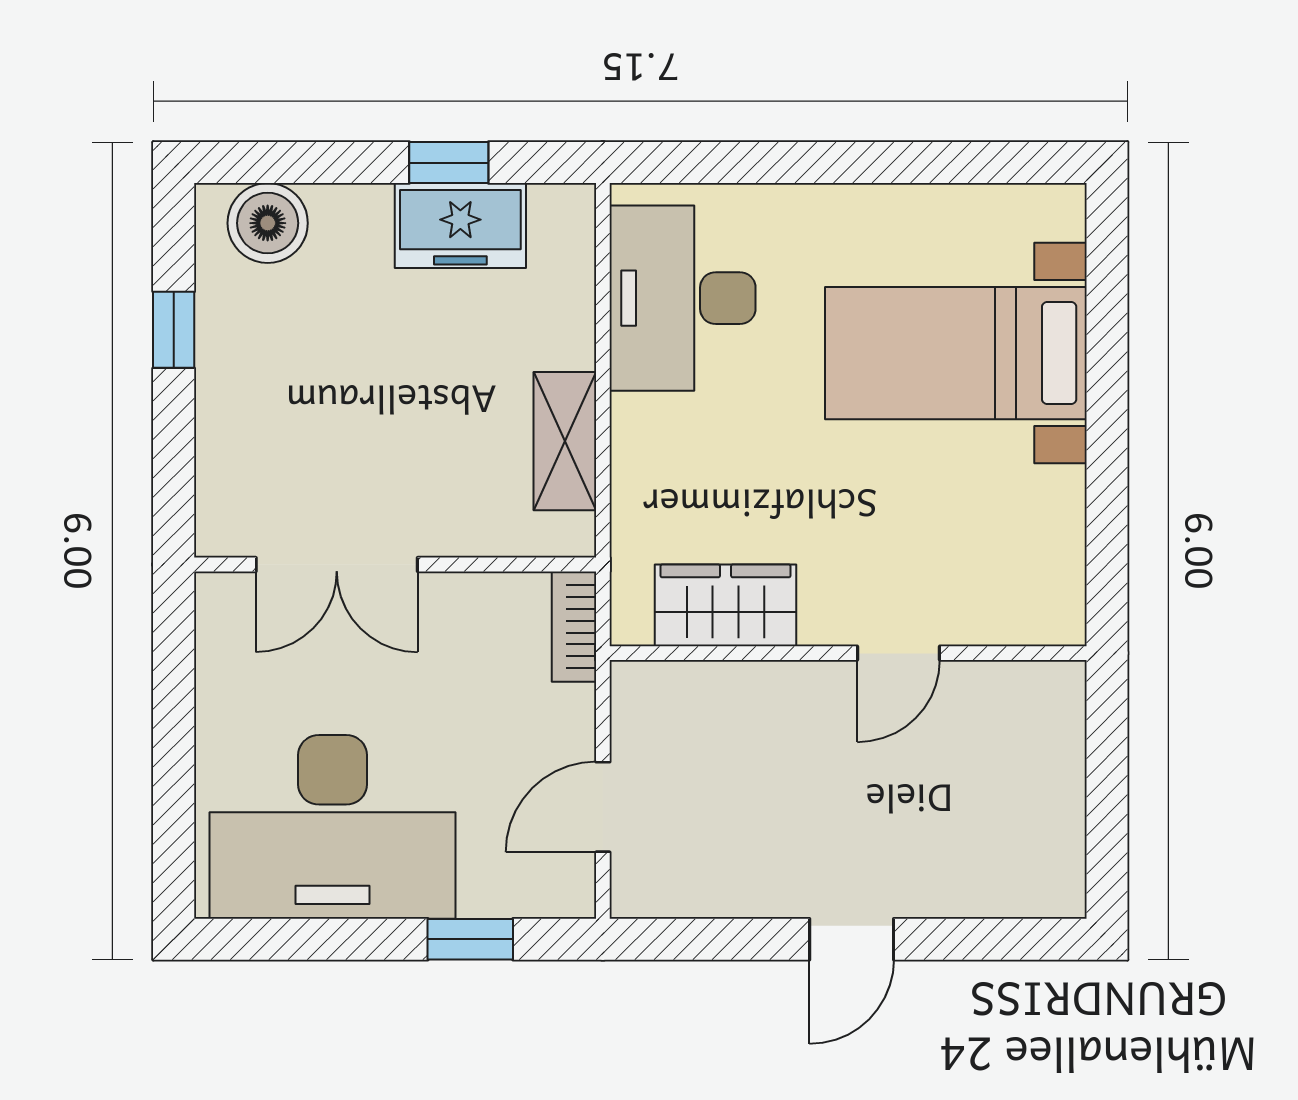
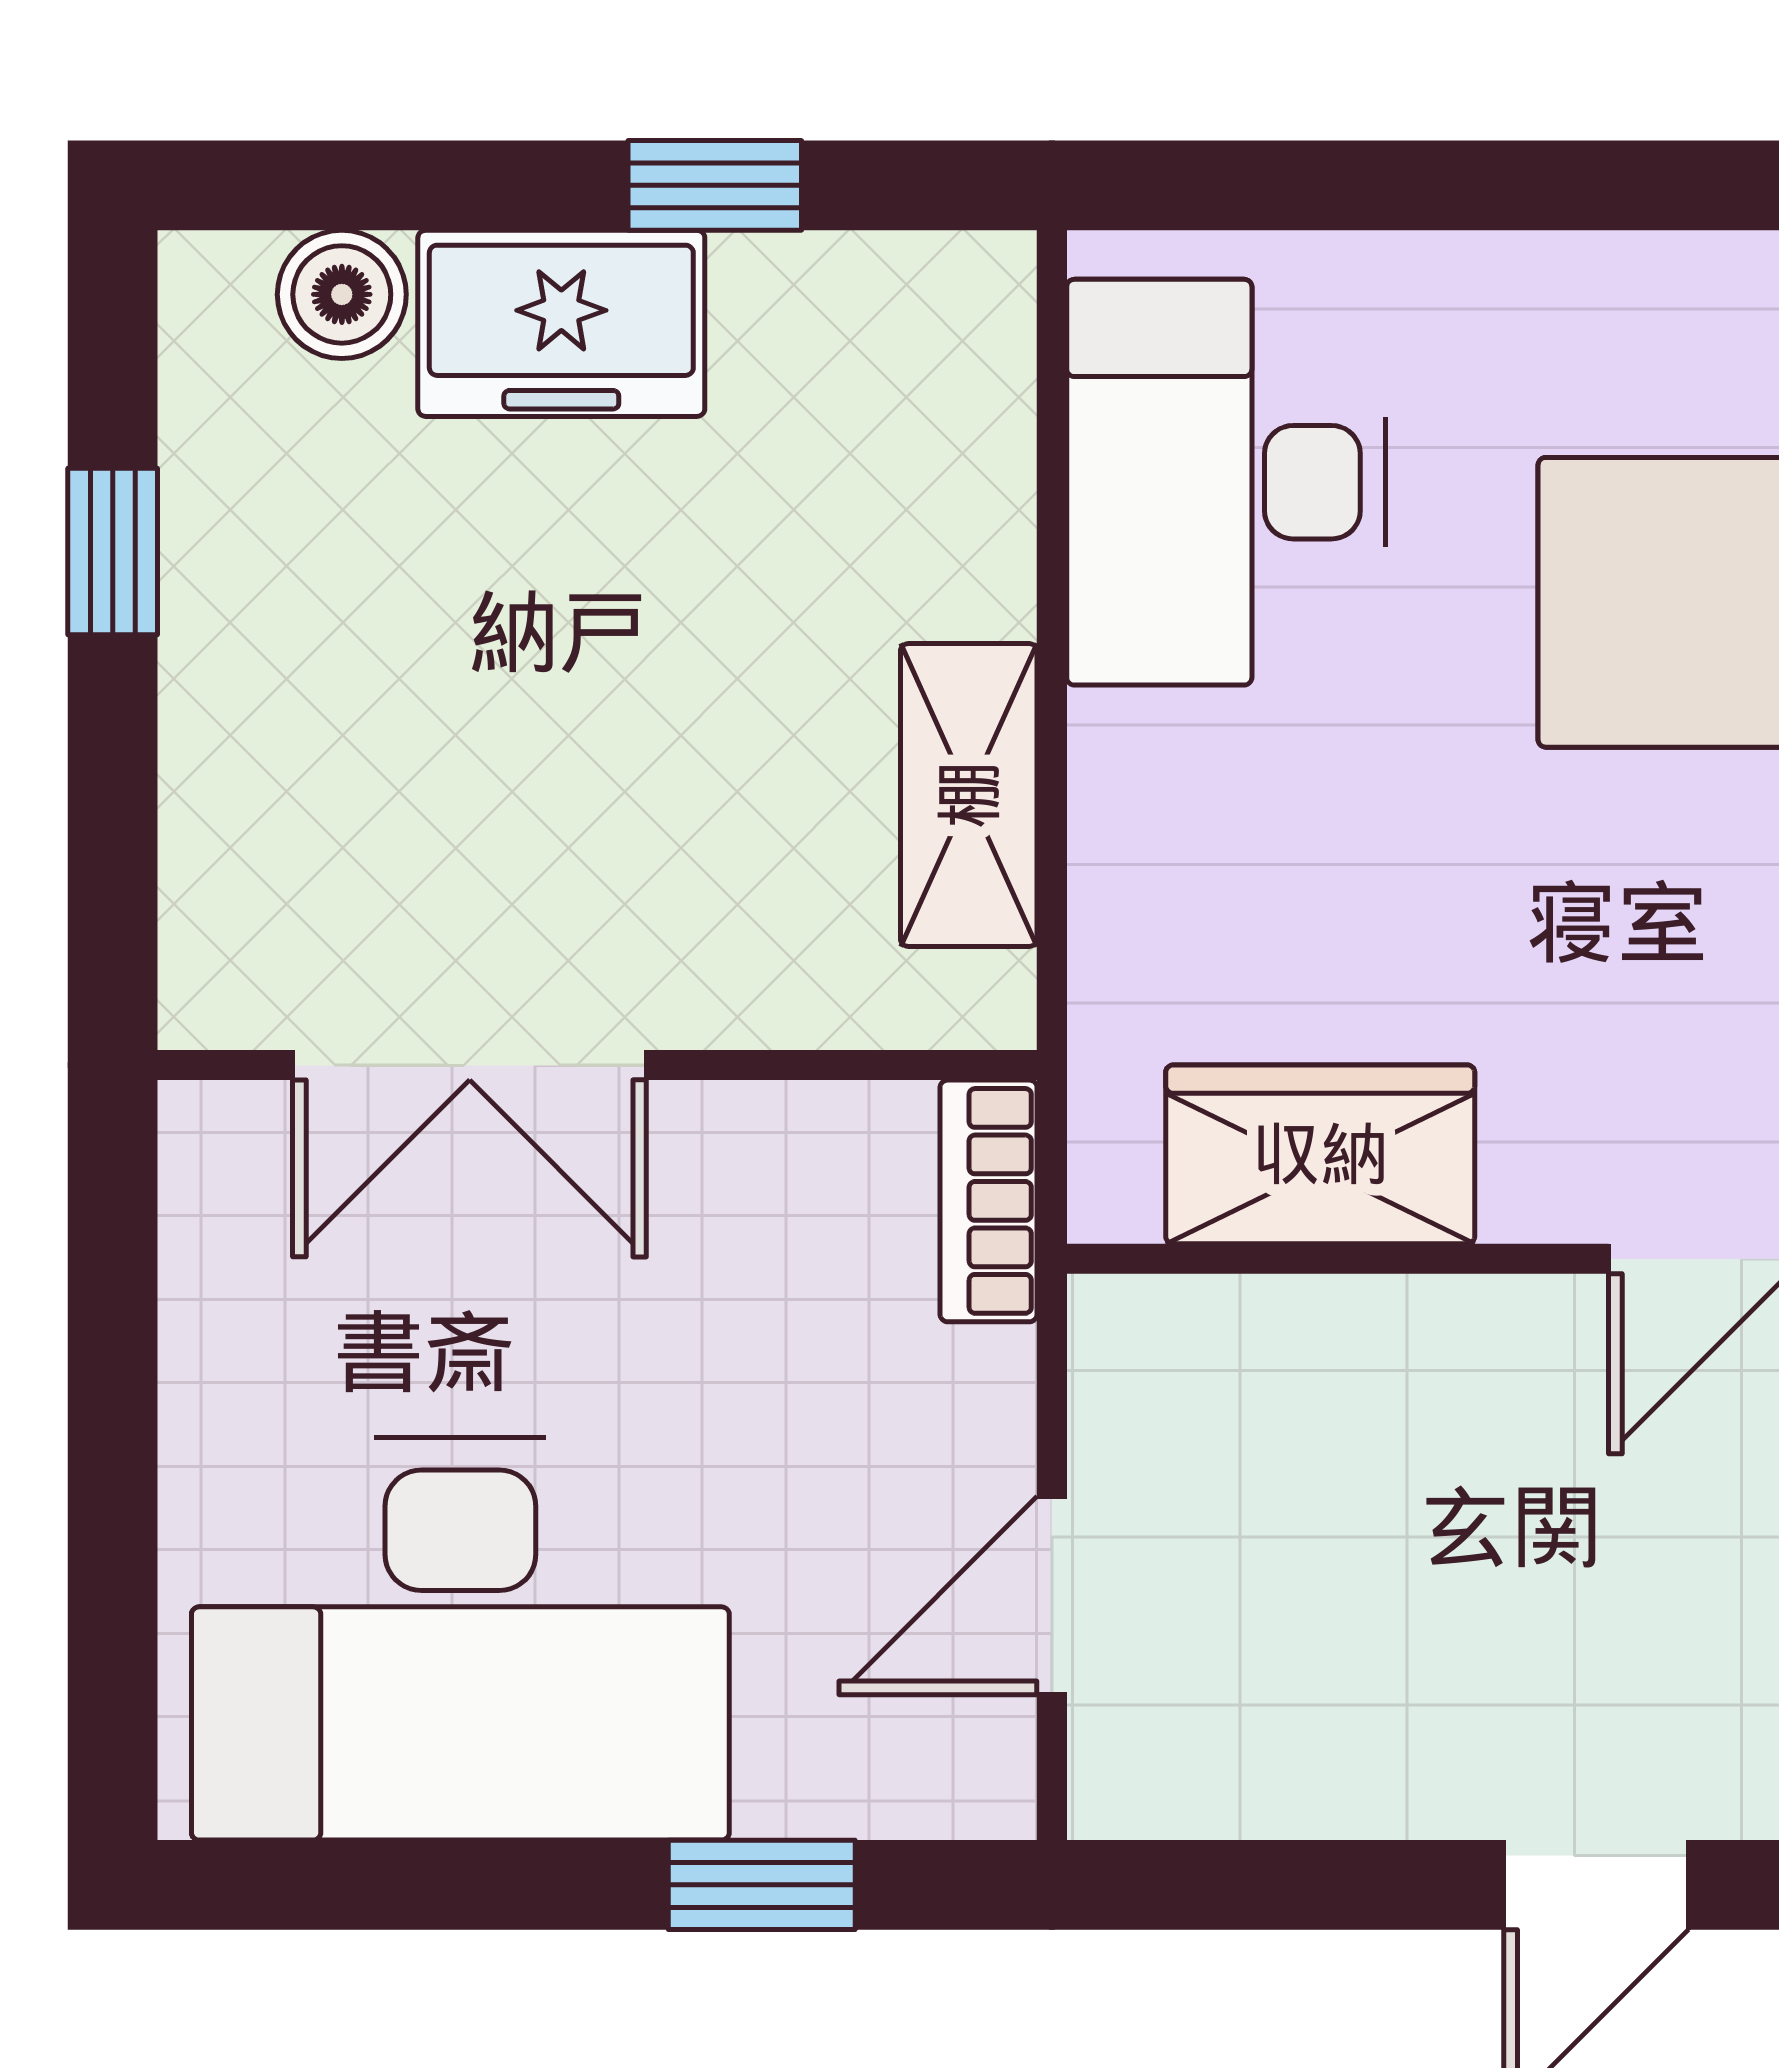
boiler: (268, 223) -> (342, 294), width x0.73, depth x0.73
freezer: (460, 226) -> (561, 323), moved

